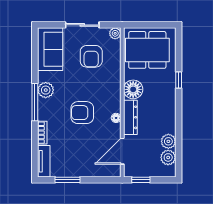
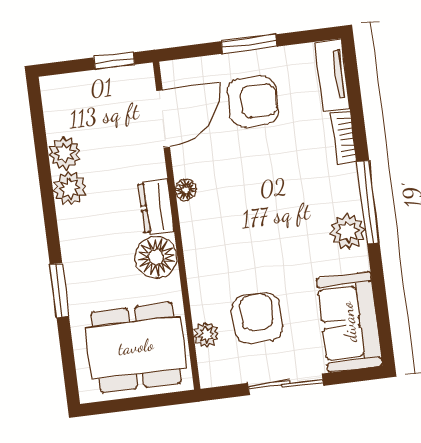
plant: (115, 33) -> (206, 335), moved
window: (179, 80) -> (59, 290), width x1.50
armchair: (82, 113) -> (253, 102), moved
dresser: (130, 117) -> (156, 207), width x0.70
plant: (168, 157) -> (70, 188), moved
window: (68, 180) -> (249, 44), moved

